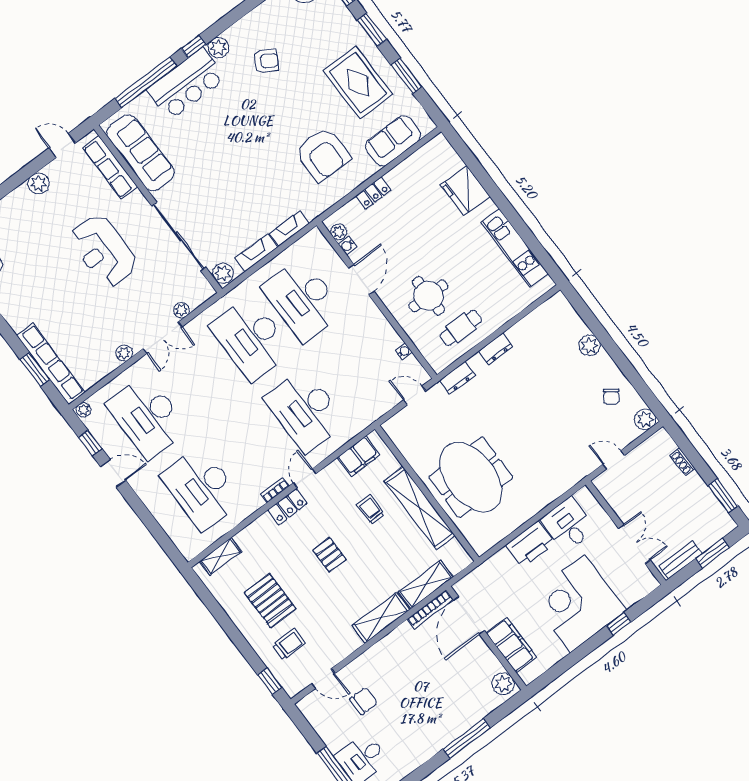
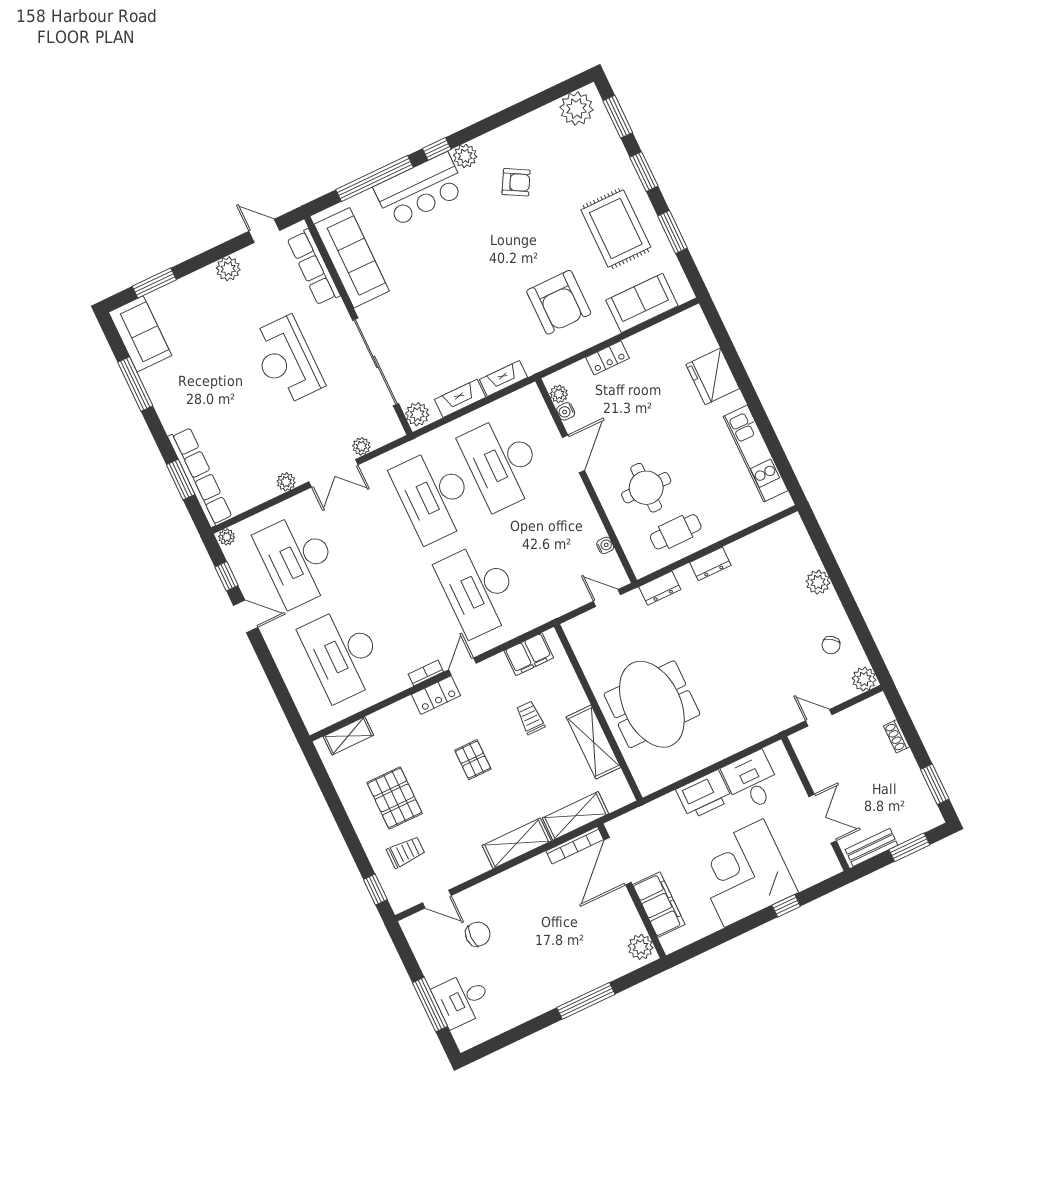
shelving: (420, 508) -> (593, 742), width x0.68

